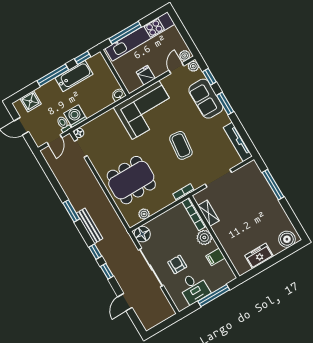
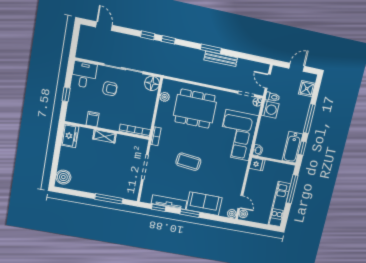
kitchen unit: (140, 36) -> (279, 204), width x0.73
fridge: (146, 75) -> (257, 164), moved
bathtub: (74, 76) -> (292, 147), moved
window: (209, 77) -> (159, 208), moved
corner sofa: (146, 110) -> (237, 135), moved
tv unit: (238, 142) -> (169, 202), moved
dining table: (131, 180) -> (195, 109), turned 90
shelving: (209, 213) -> (105, 136), moved
bench: (90, 226) -> (221, 59), moved
plant: (204, 238) -> (113, 123), removed
freezer: (259, 256) -> (70, 136), moved
desk: (194, 288) -> (84, 75), moved, turned 90
window: (214, 296) -> (66, 94), width x0.46
door: (125, 302) -> (104, 26), moved

